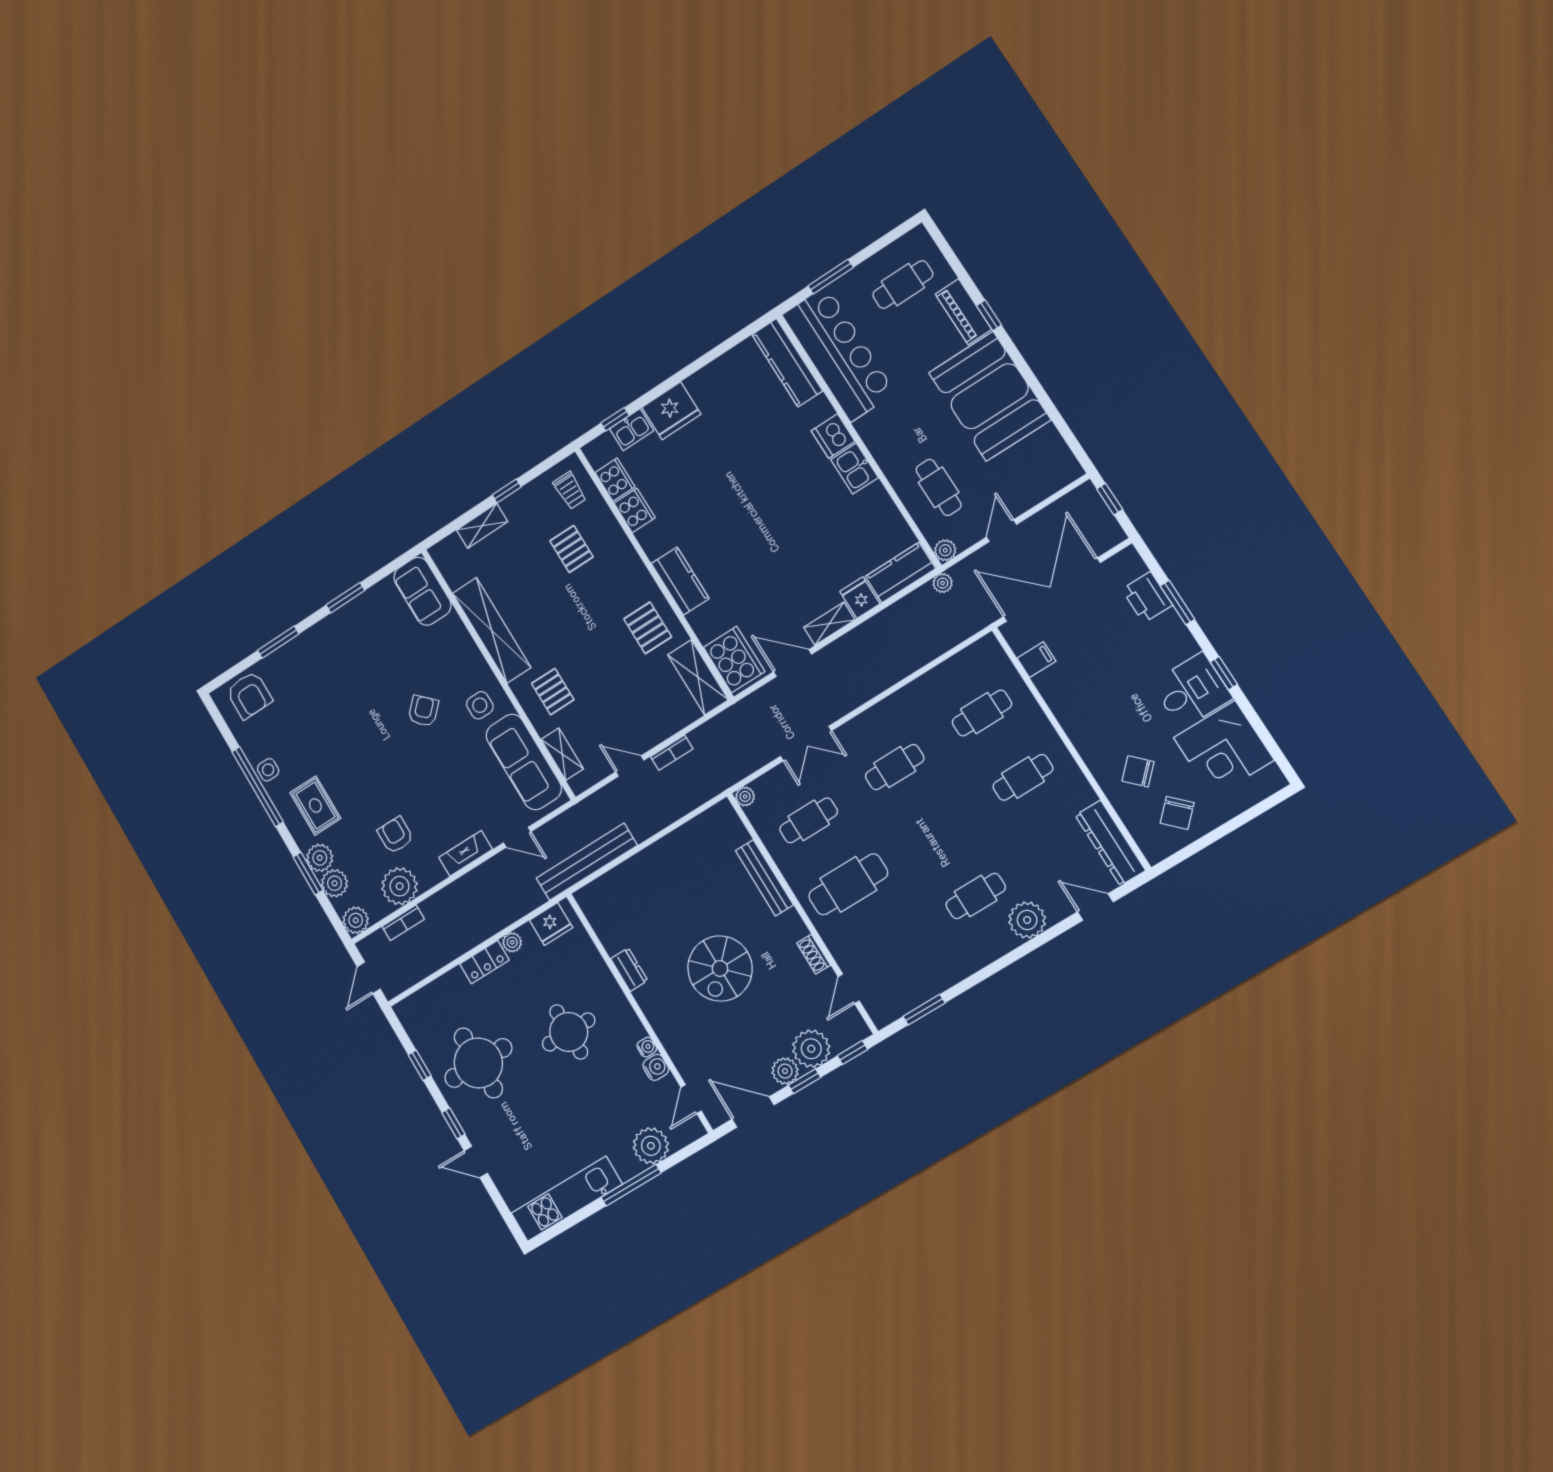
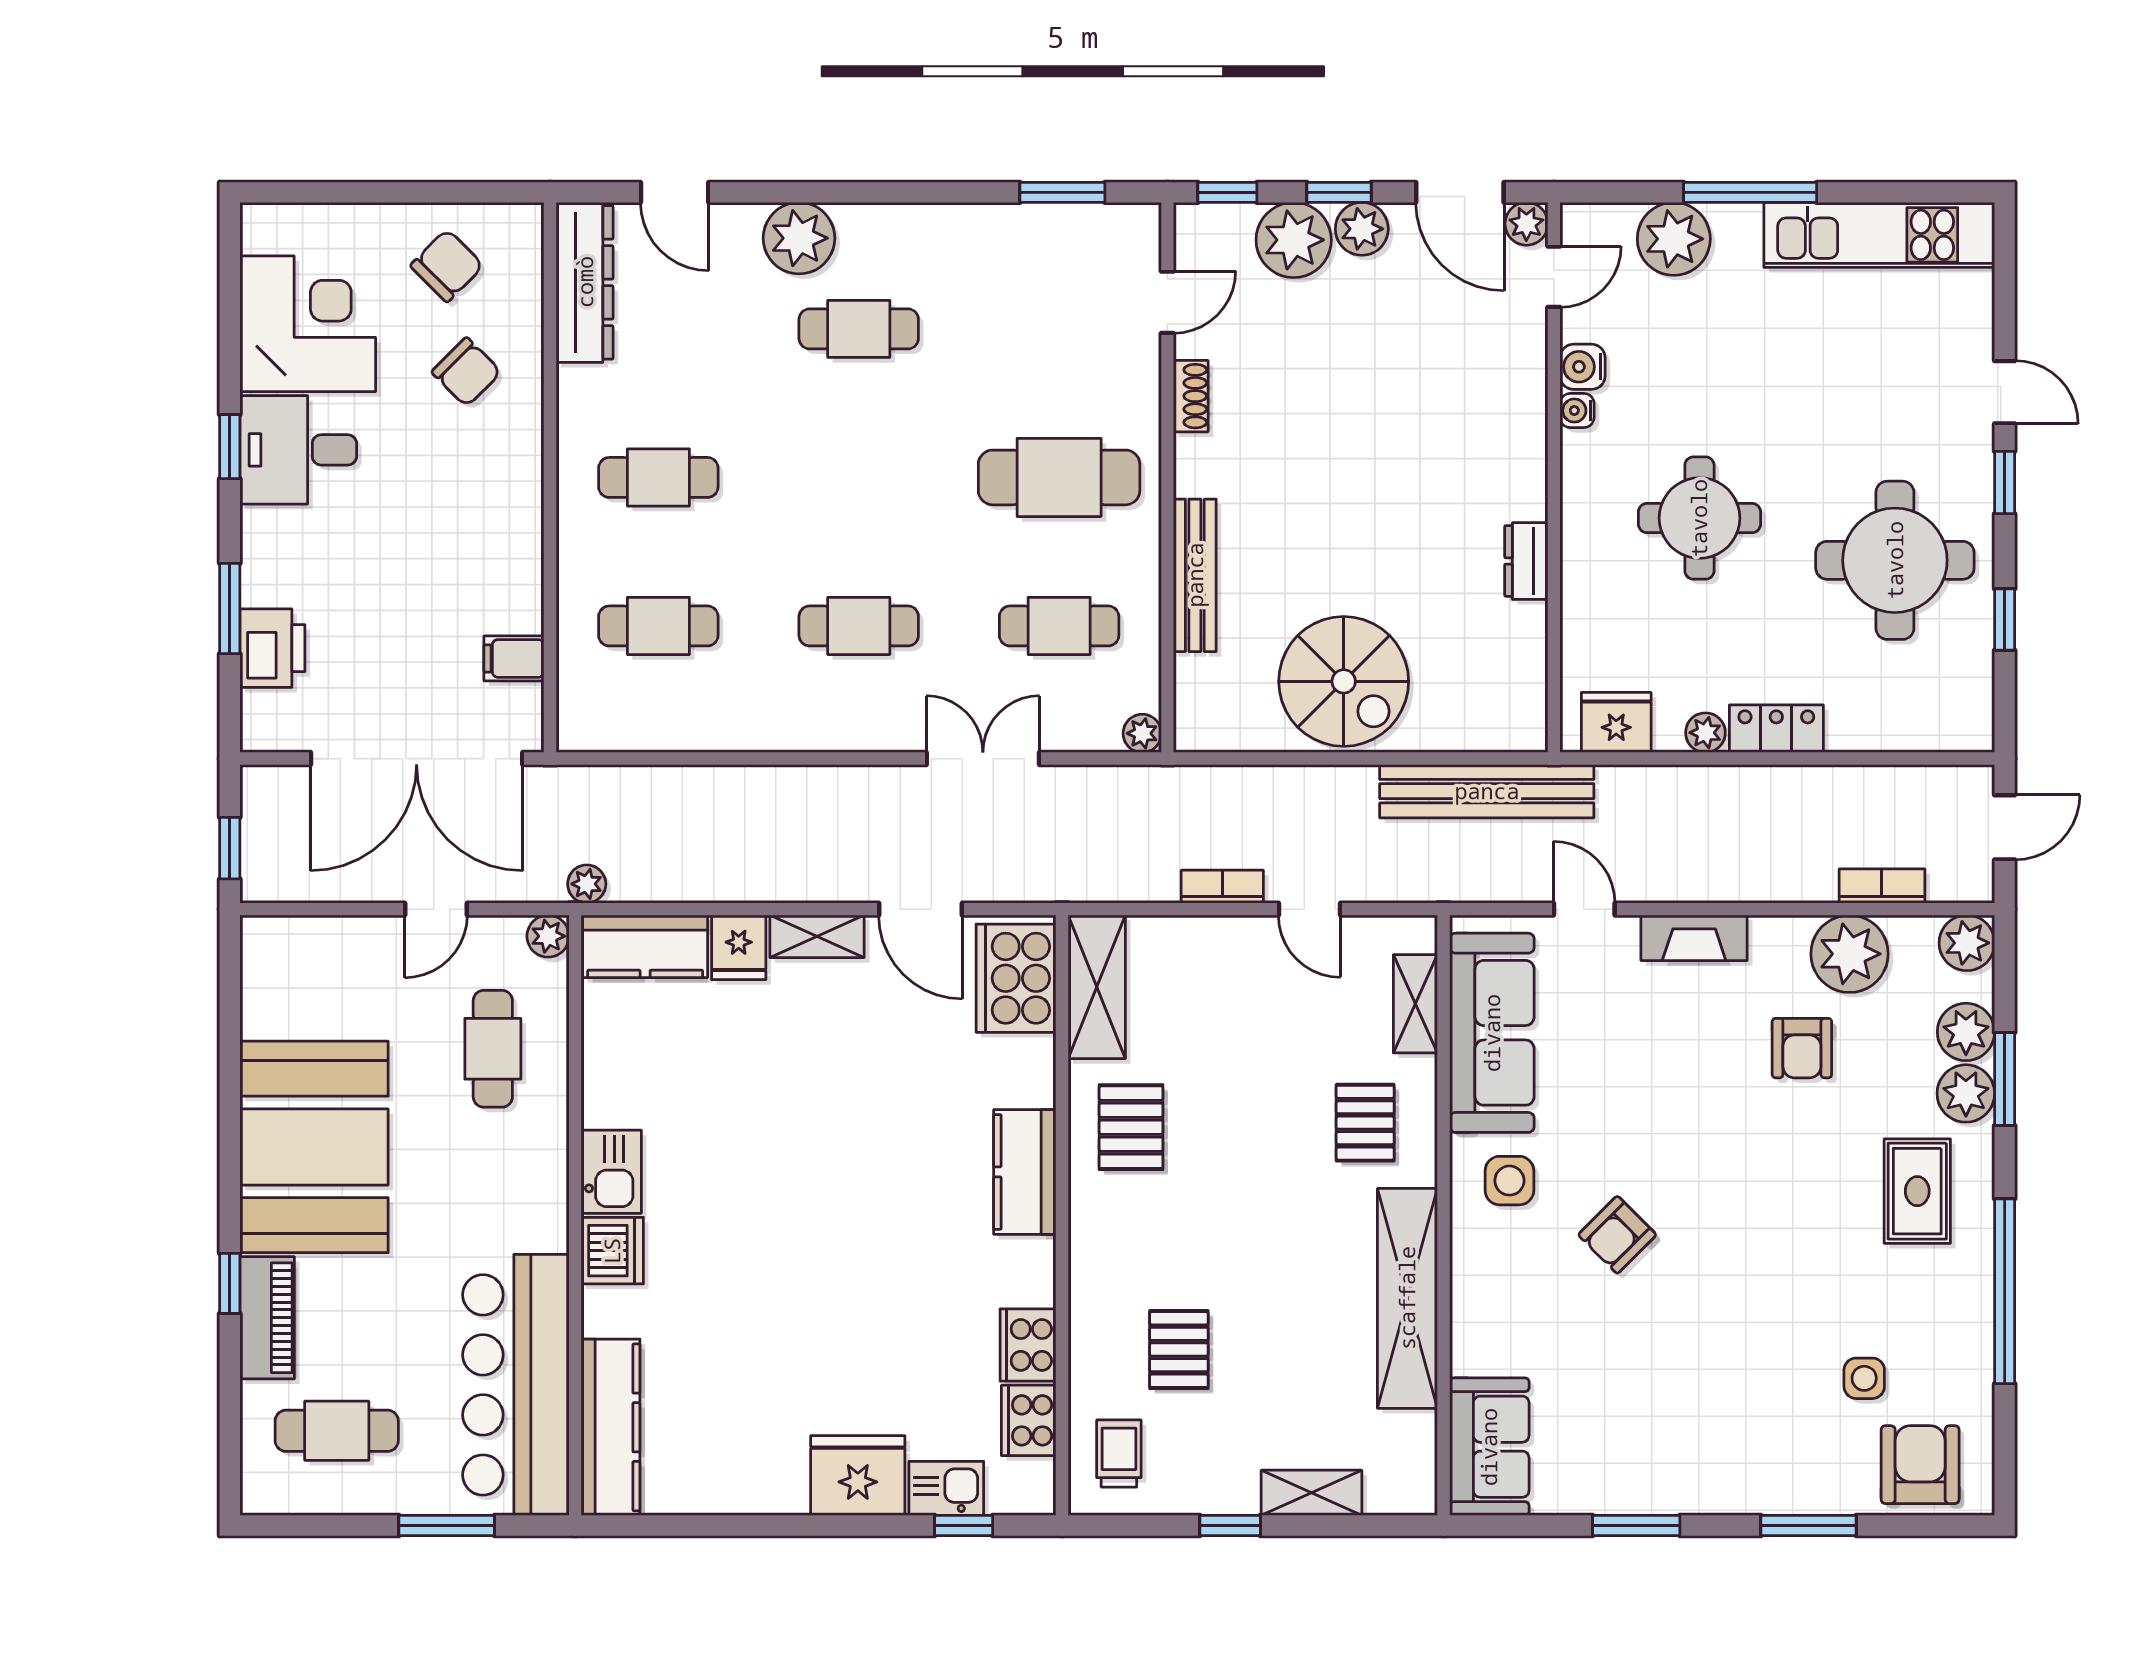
side table: (268, 770) -> (1864, 1378), moved
spiral stairs: (720, 968) -> (1344, 681), moved, turned 90
plant: (717, 1115) -> (1526, 224), added

